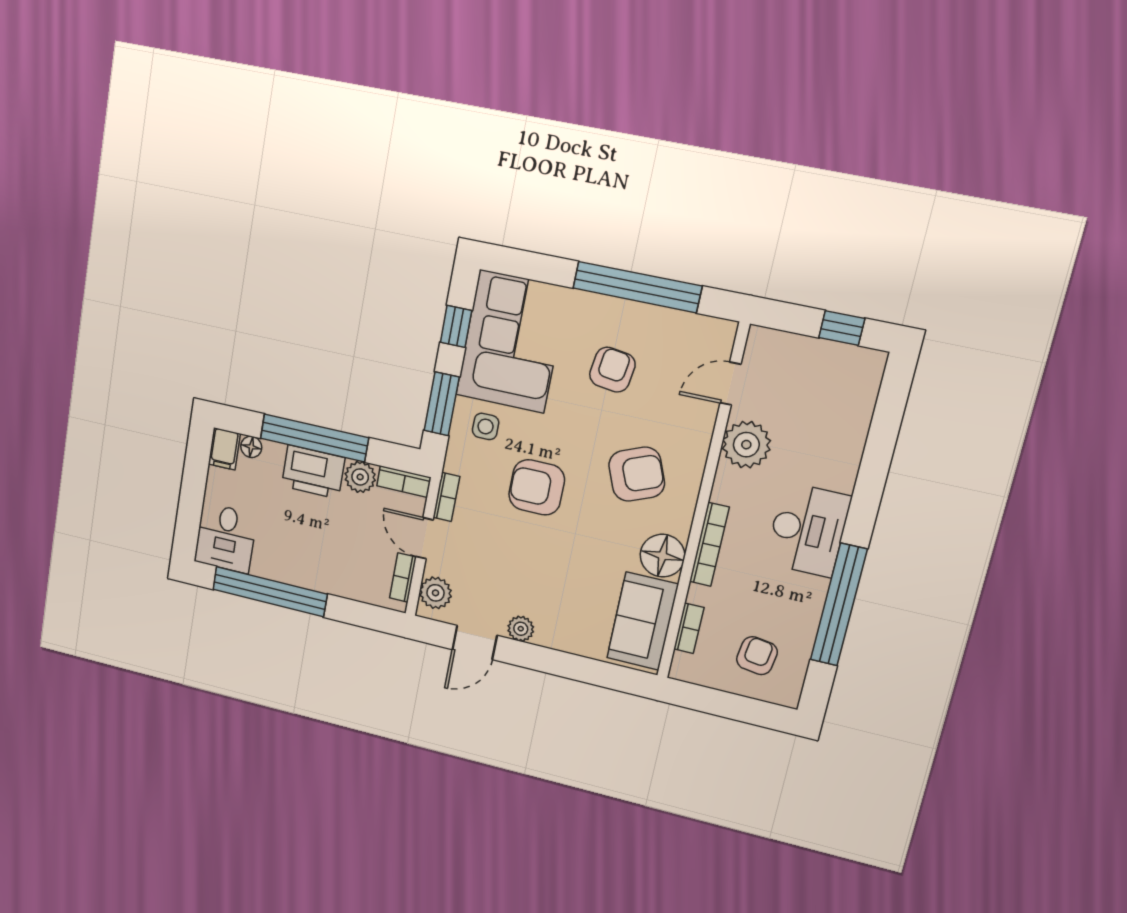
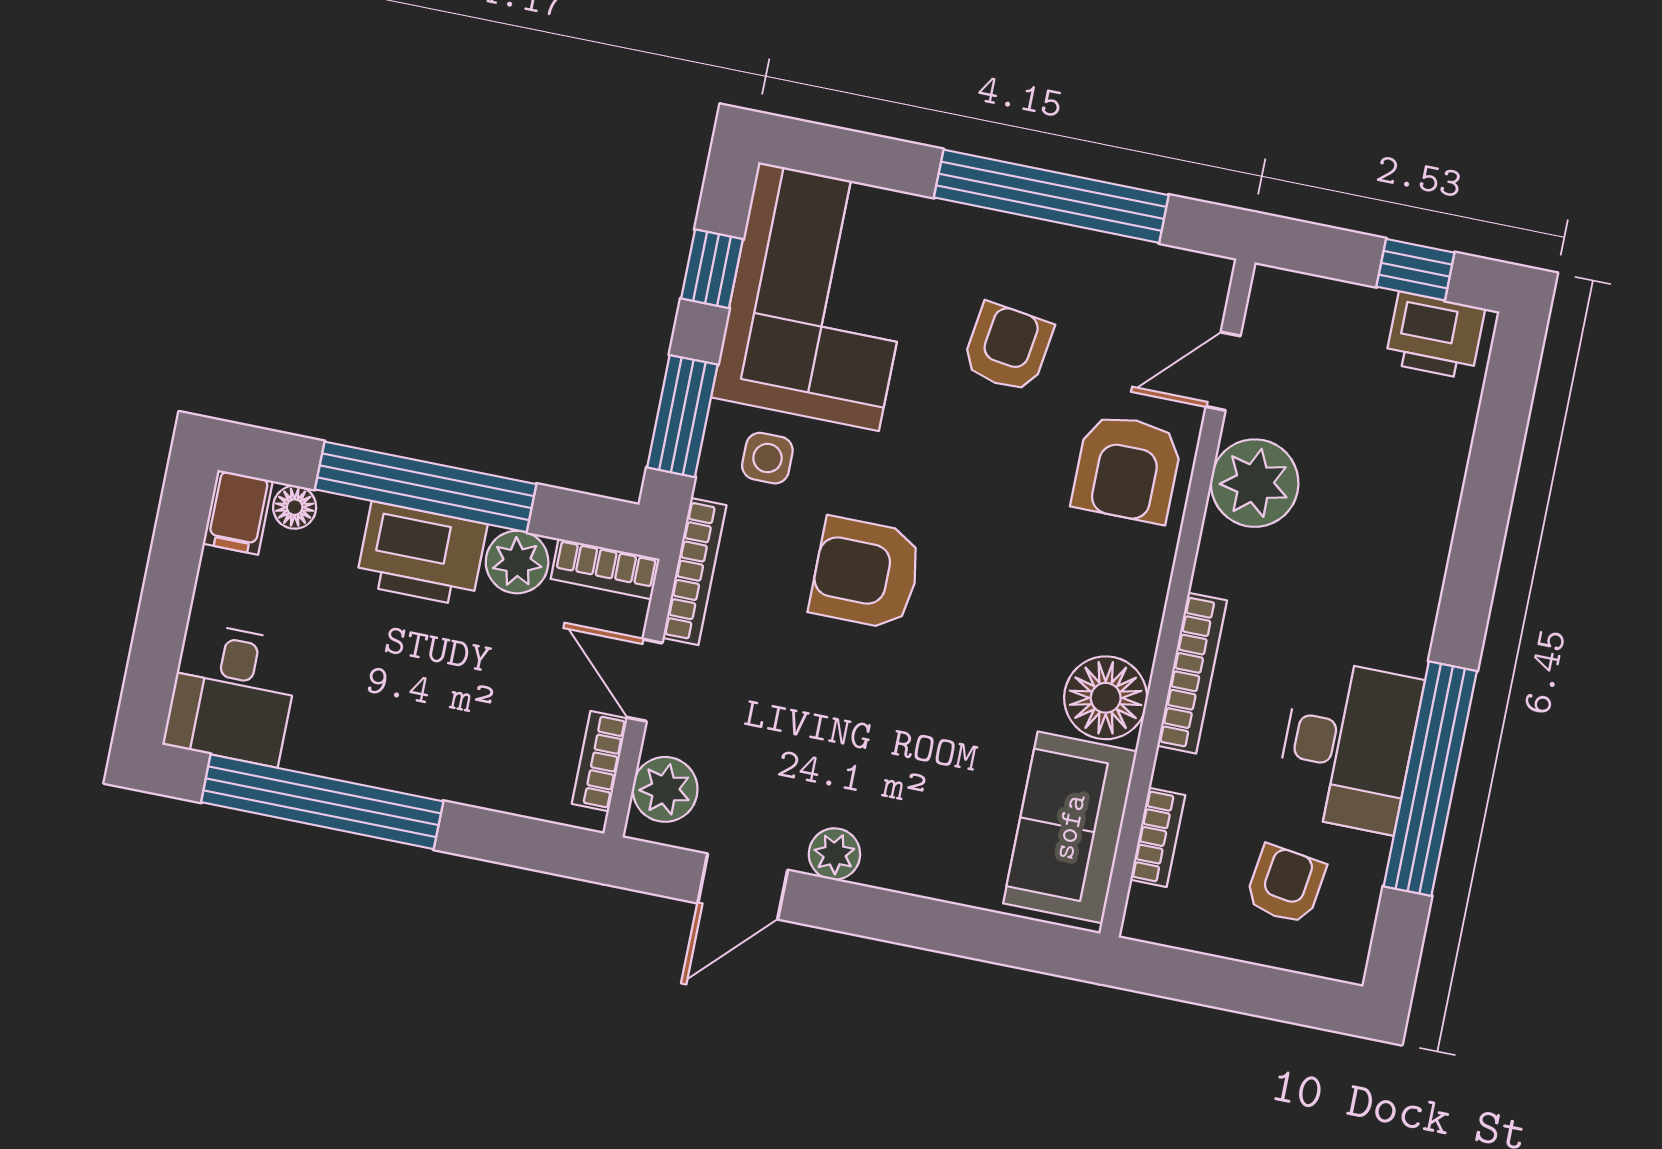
printer: (852, 365) -> (1435, 336), added
armchair: (637, 474) -> (1127, 468), moved, turned 112
bookcase: (446, 497) -> (694, 572), width x1.56
desk: (808, 530) -> (1348, 746), moved

